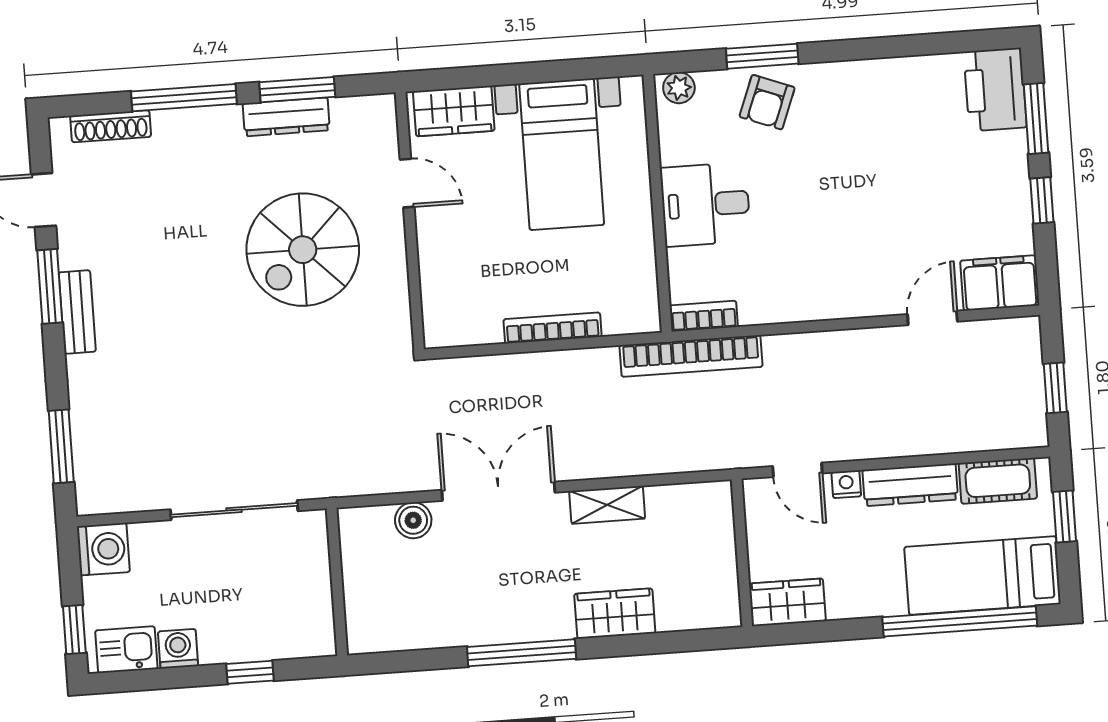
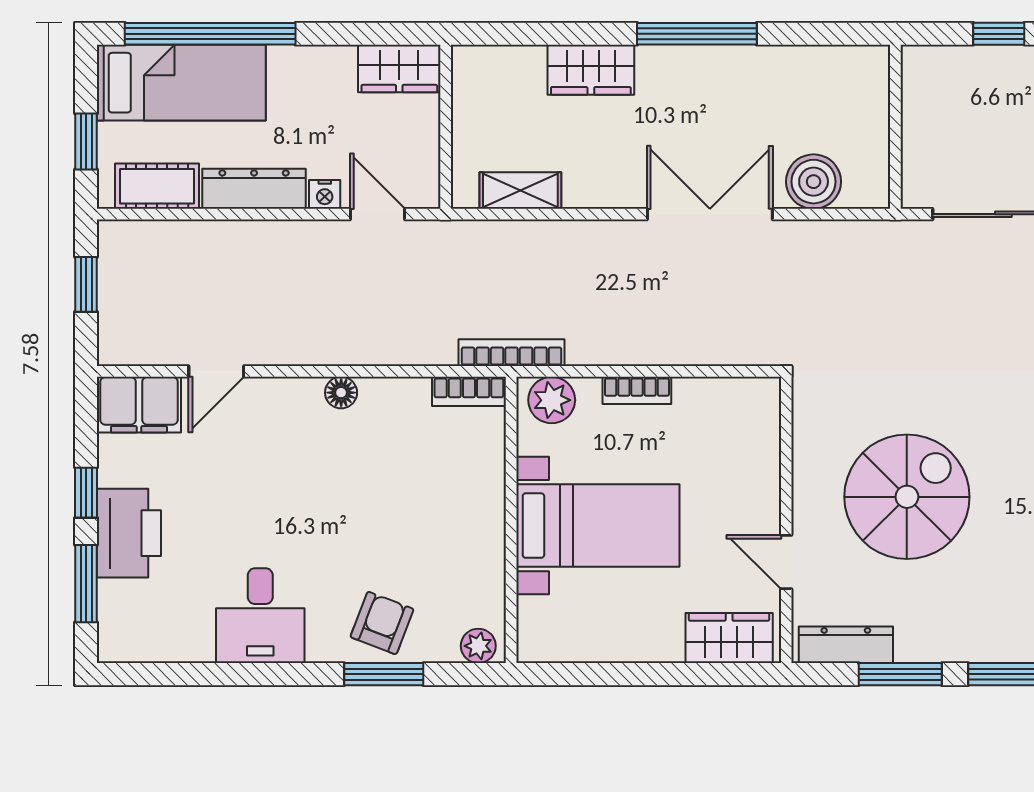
printer: (995, 90) -> (129, 533), moved
dresser: (286, 117) -> (846, 645), moved
bed with nightstands: (562, 154) -> (598, 526), moved, turned 90
desk: (705, 204) -> (260, 616), moved, turned 90
floor lamp: (819, 307) -> (341, 393), added
plant: (629, 314) -> (552, 400), added
bookcase: (553, 328) -> (637, 390), width x0.64
bookcase: (691, 356) -> (512, 353), width x0.68, depth x0.76
double door: (498, 491) -> (710, 214), swing flipped
shelving: (607, 505) -> (520, 191), moved
boiler: (413, 520) -> (814, 182), width x1.36, depth x1.36

